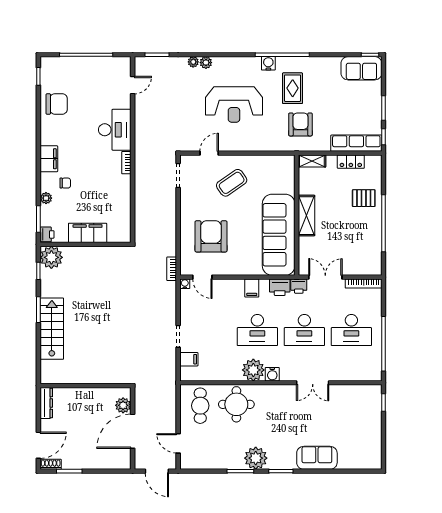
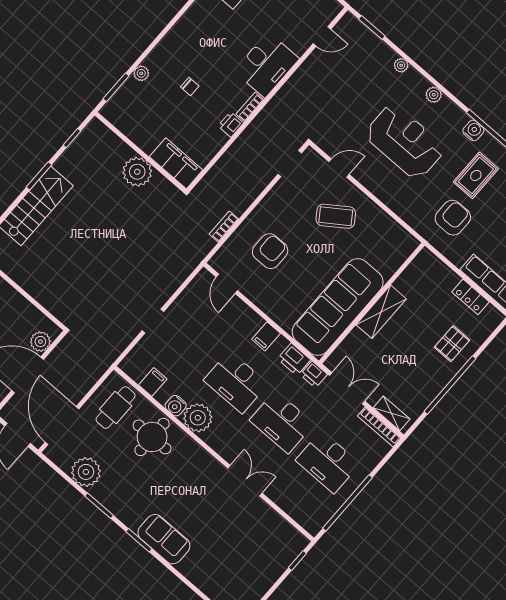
plant: (206, 63) -> (434, 95), moved
reception desk: (234, 105) -> (405, 142), turned 180
filing cabinet: (49, 159) -> (177, 37), removed
shelving: (312, 161) -> (392, 413), moved
chair: (65, 183) -> (190, 87), moved
pallet: (364, 198) -> (452, 344), turned 90
filing cabinet: (88, 233) -> (176, 163), moved
printer: (47, 234) -> (231, 125), moved, turned 180
armchair: (211, 236) -> (270, 251), width x0.73, depth x0.73
plant: (51, 257) -> (137, 172), moved
bookcase: (172, 269) -> (224, 227), moved
water cooler: (185, 284) -> (204, 275), removed
filing cabinet: (189, 359) -> (153, 382), moved, turned -90
water cooler: (272, 374) -> (176, 406), moved
double door: (313, 383) -> (245, 481), swing flipped
door: (178, 443) -> (62, 426), width x1.87
plant: (256, 458) -> (86, 472), moved
sofa: (317, 458) -> (164, 539), moved

